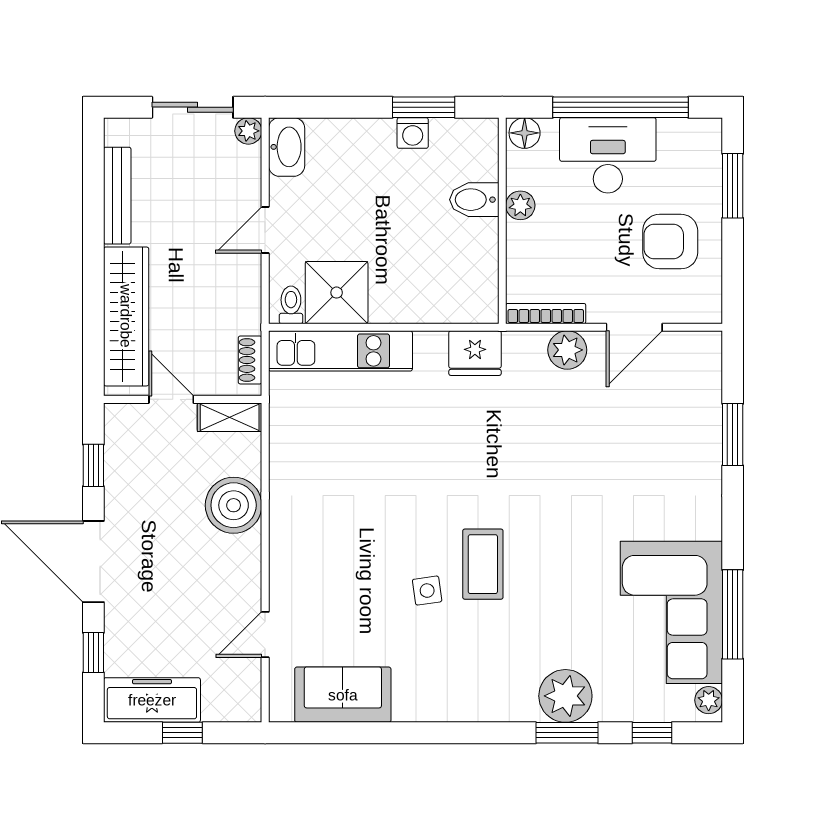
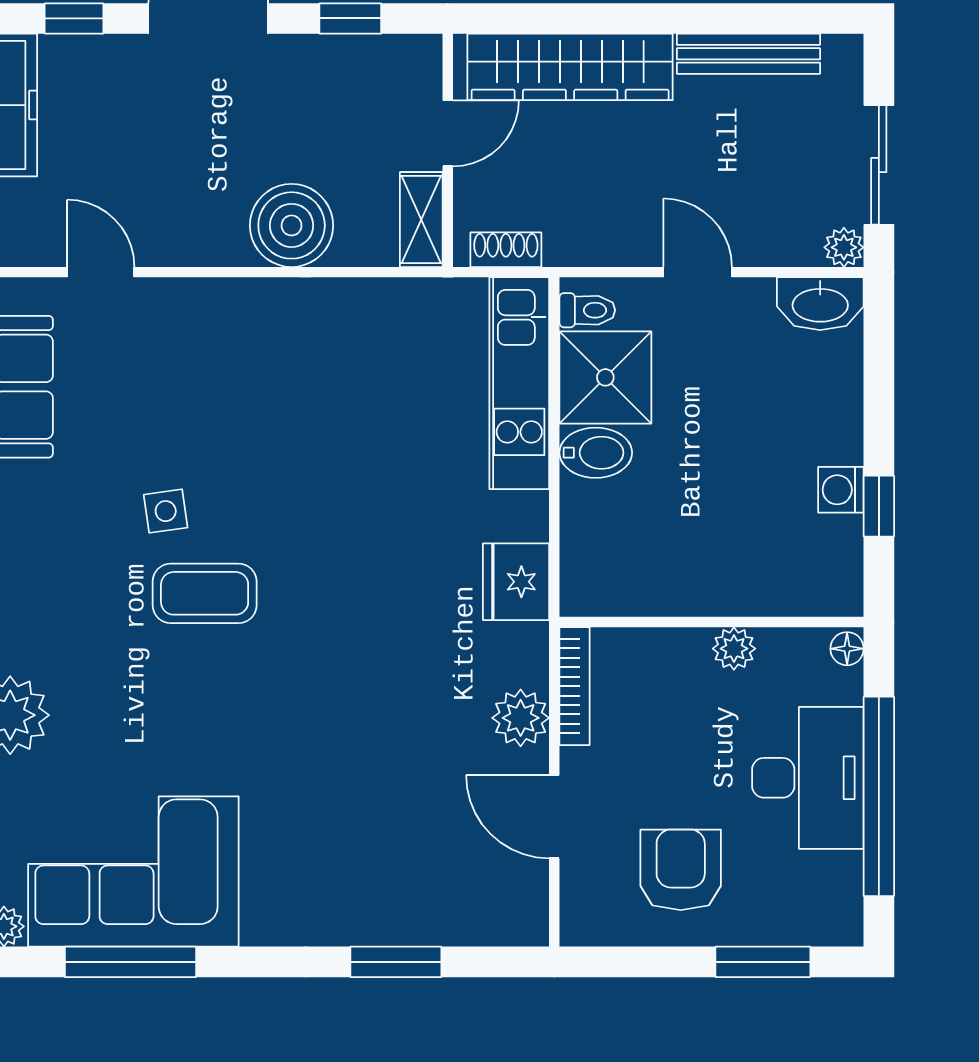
window: (424, 107) -> (879, 506), width x0.67
floor lamp: (525, 133) -> (847, 649), width x0.73, depth x0.73
bidet: (474, 200) -> (596, 453), moved, turned 90

